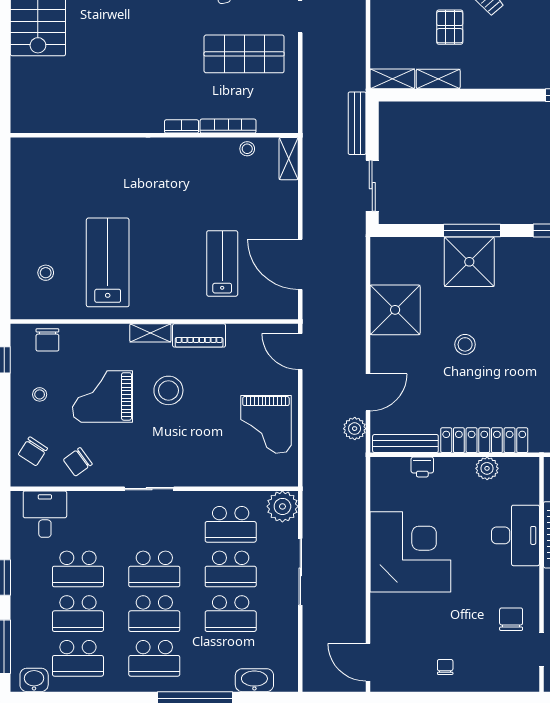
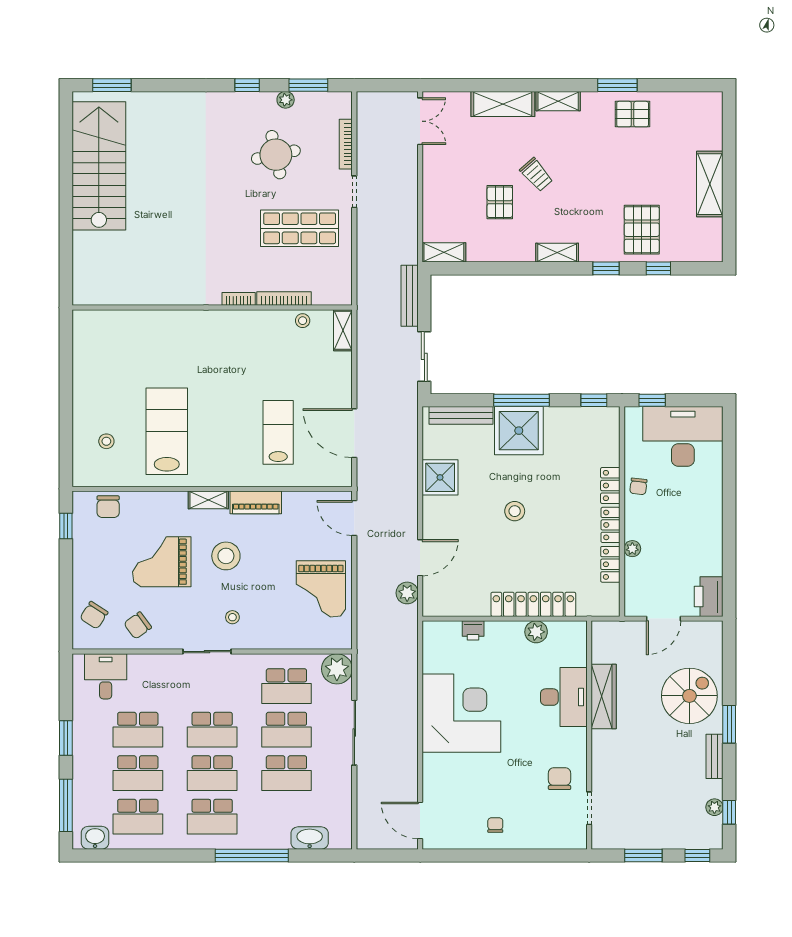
shelving: (438, 79) -> (557, 253), moved
shower: (395, 310) -> (440, 477), width x0.73, depth x0.73
stool: (40, 394) -> (232, 617), moved
bench: (405, 444) -> (461, 415), moved

